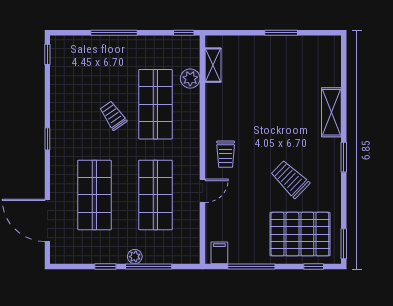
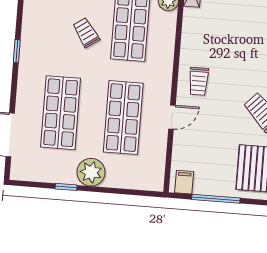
plant: (135, 257) -> (91, 172), width x1.88, depth x1.88
window: (149, 266) -> (110, 190), removed

